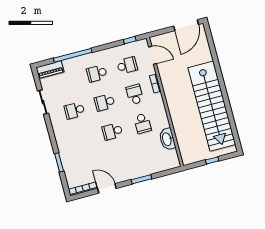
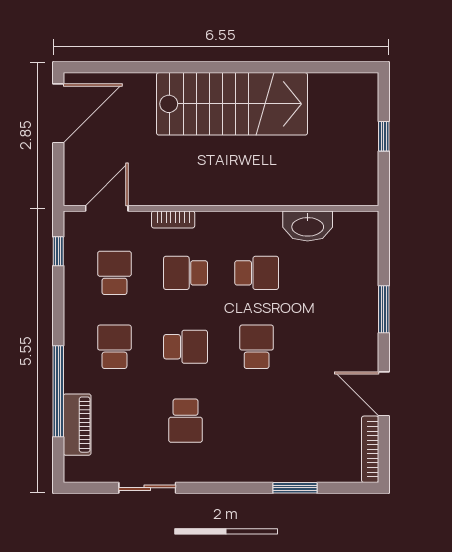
door: (186, 25) -> (58, 113), hinge flipped
piano: (50, 70) -> (77, 425), moved
school desk: (97, 73) -> (114, 347), turned 180
school desk: (105, 102) -> (186, 347), turned -90
stairs: (212, 106) -> (232, 104), width x0.73
school desk: (112, 131) -> (257, 347), turned 180
door: (107, 188) -> (384, 394), hinge flipped

